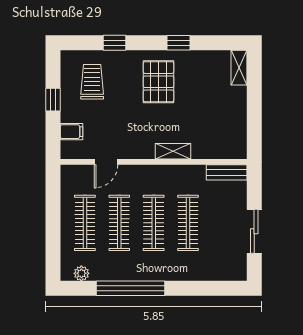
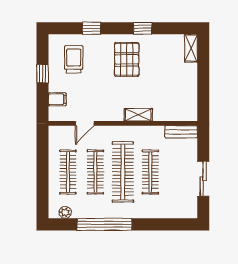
clothes rail: (154, 223) -> (123, 172), width x1.37, depth x1.31

